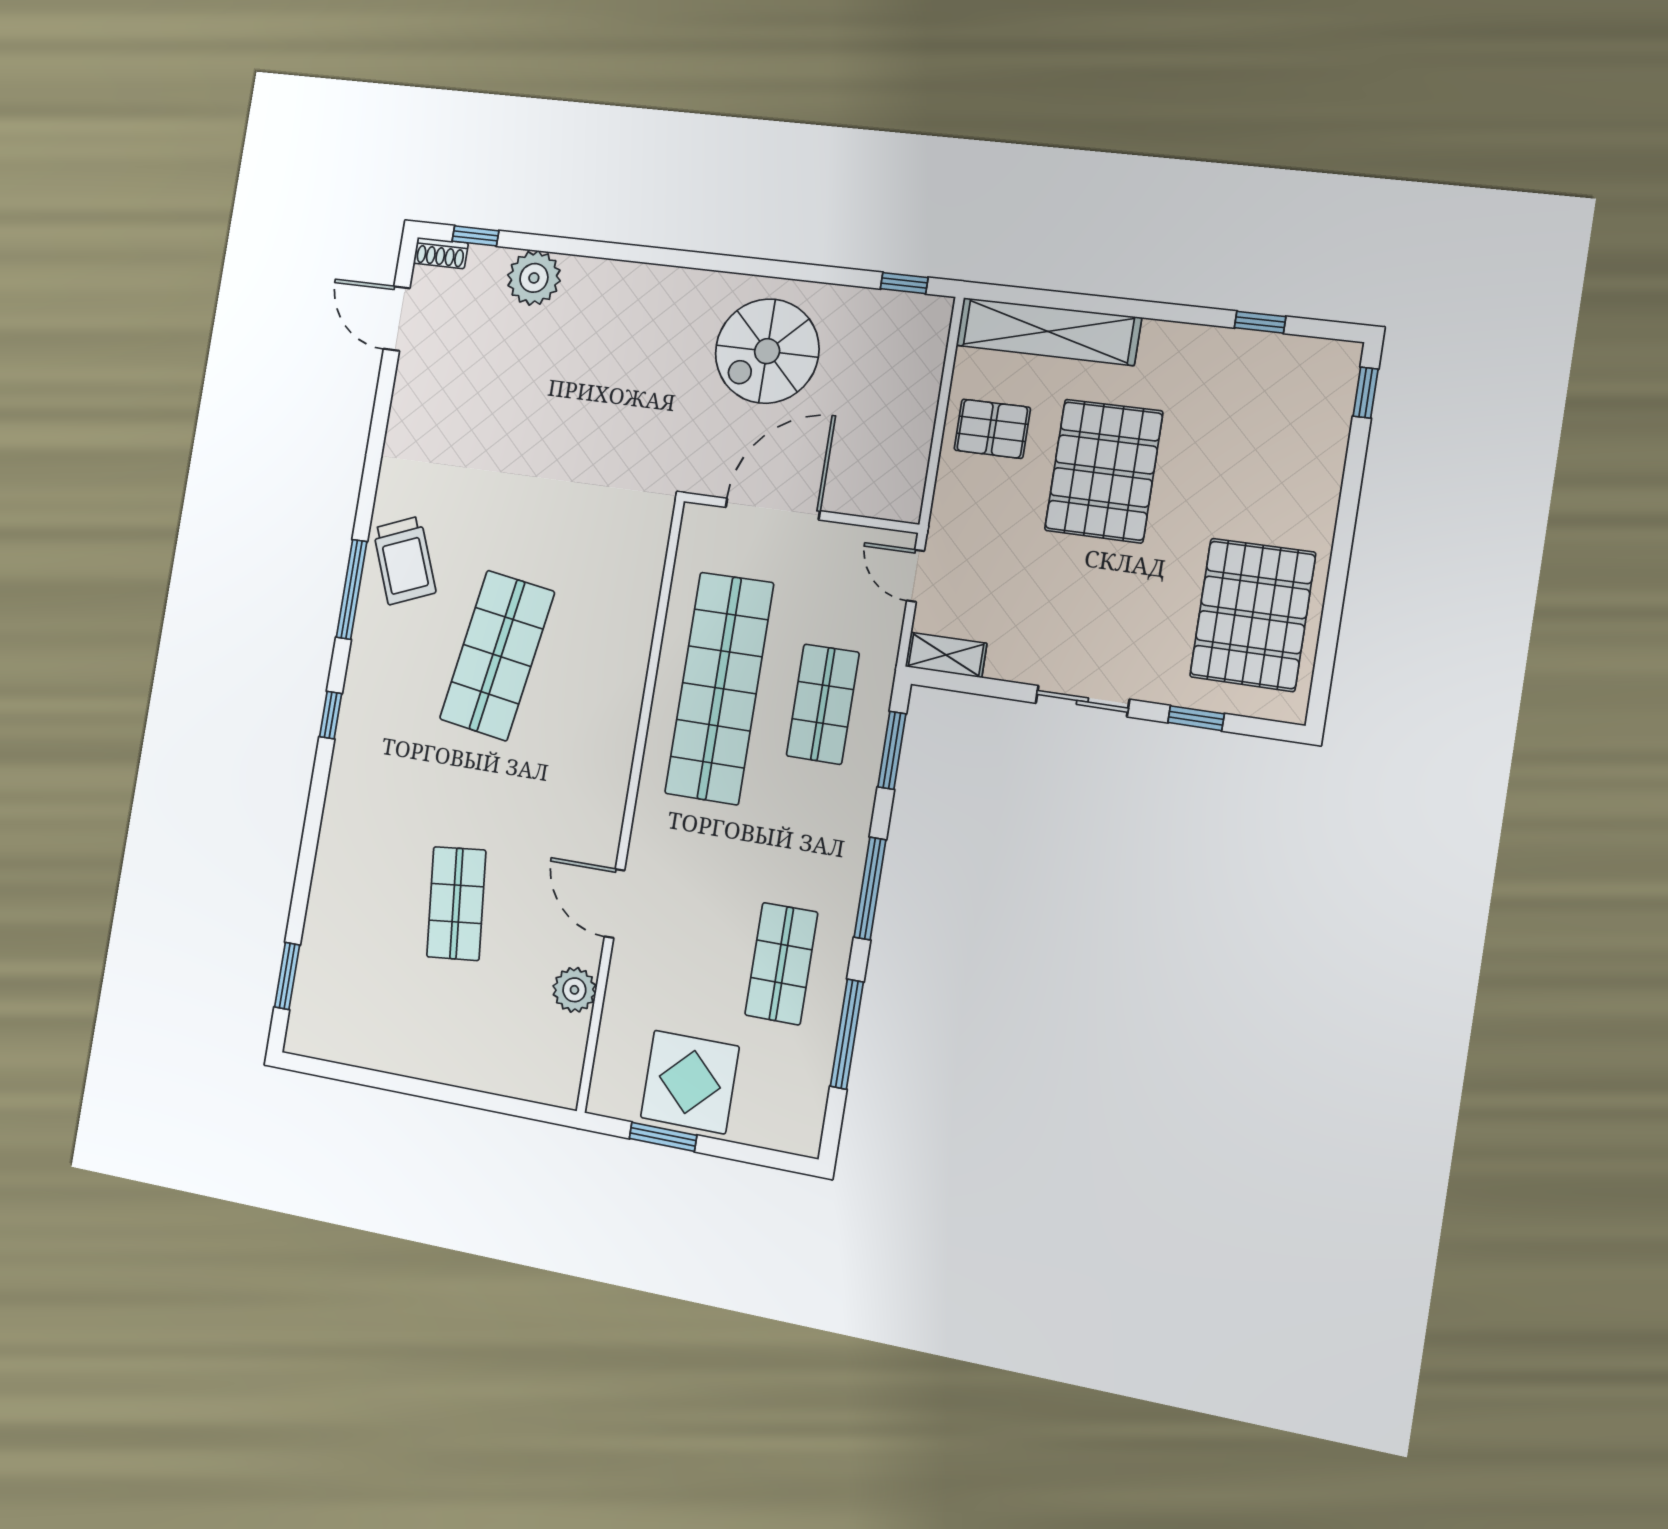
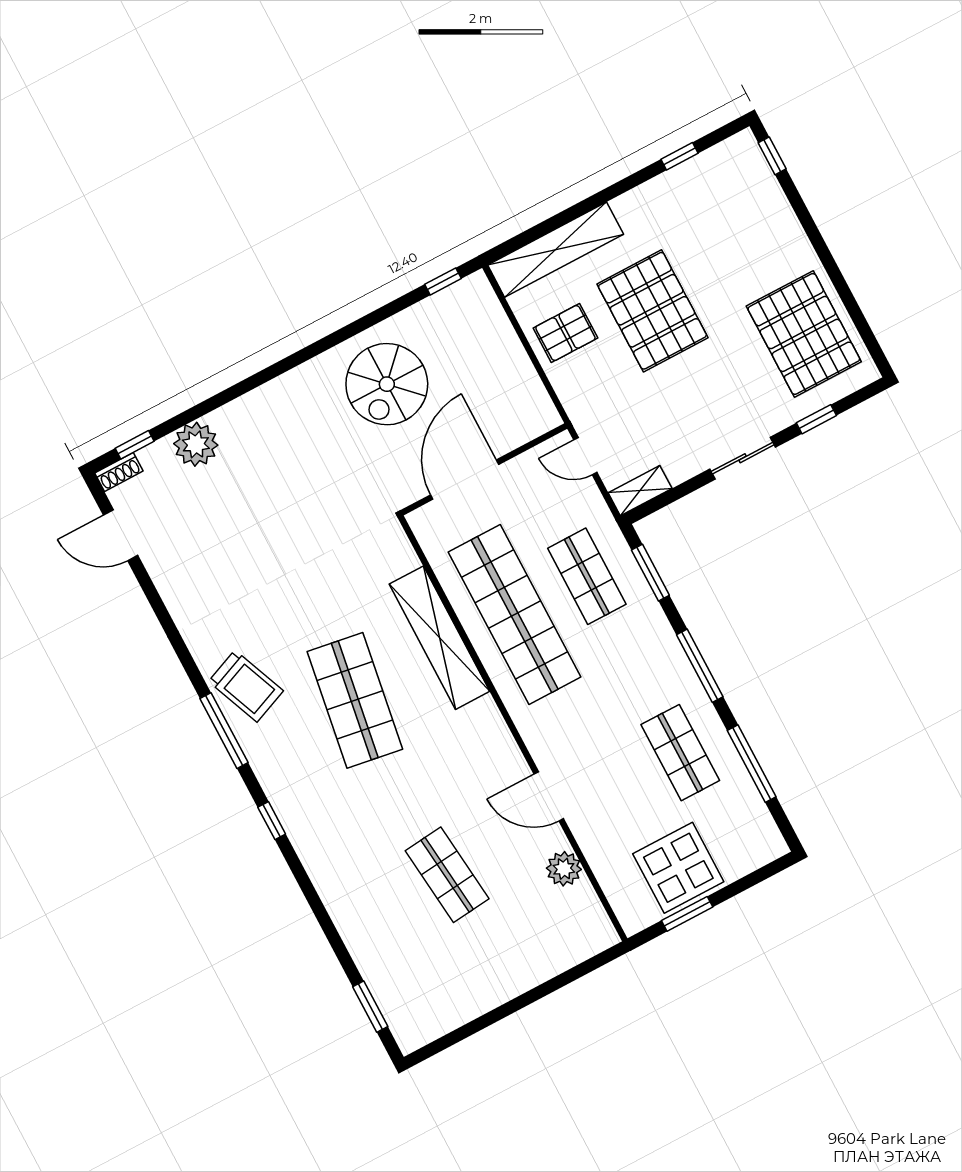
shelving: (626, 655) -> (439, 638), added

